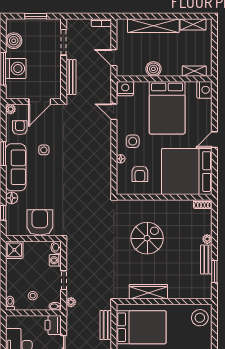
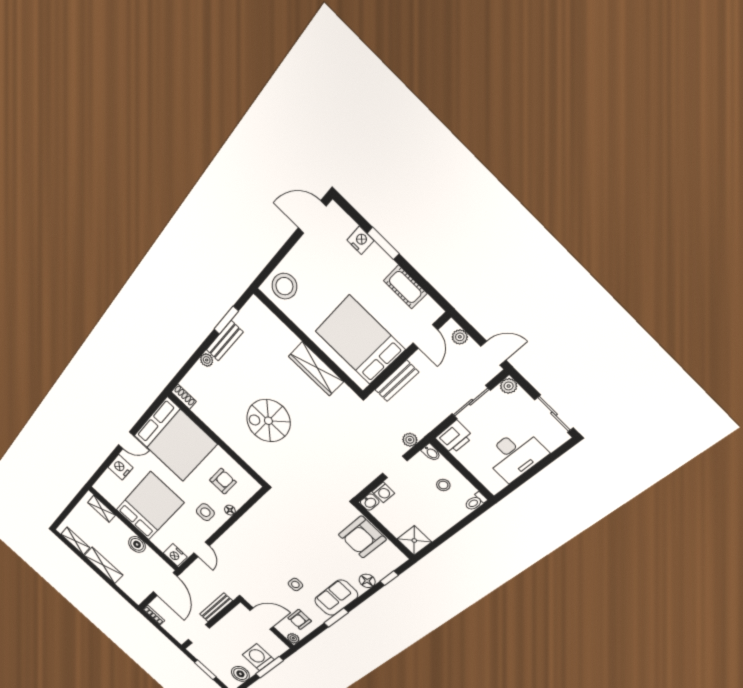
shelving: (153, 26) -> (104, 565), width x0.68
door: (114, 58) -> (165, 584), width x1.87
nightstand: (204, 90) -> (120, 467), moved
sofa: (16, 167) -> (336, 598), width x0.73

